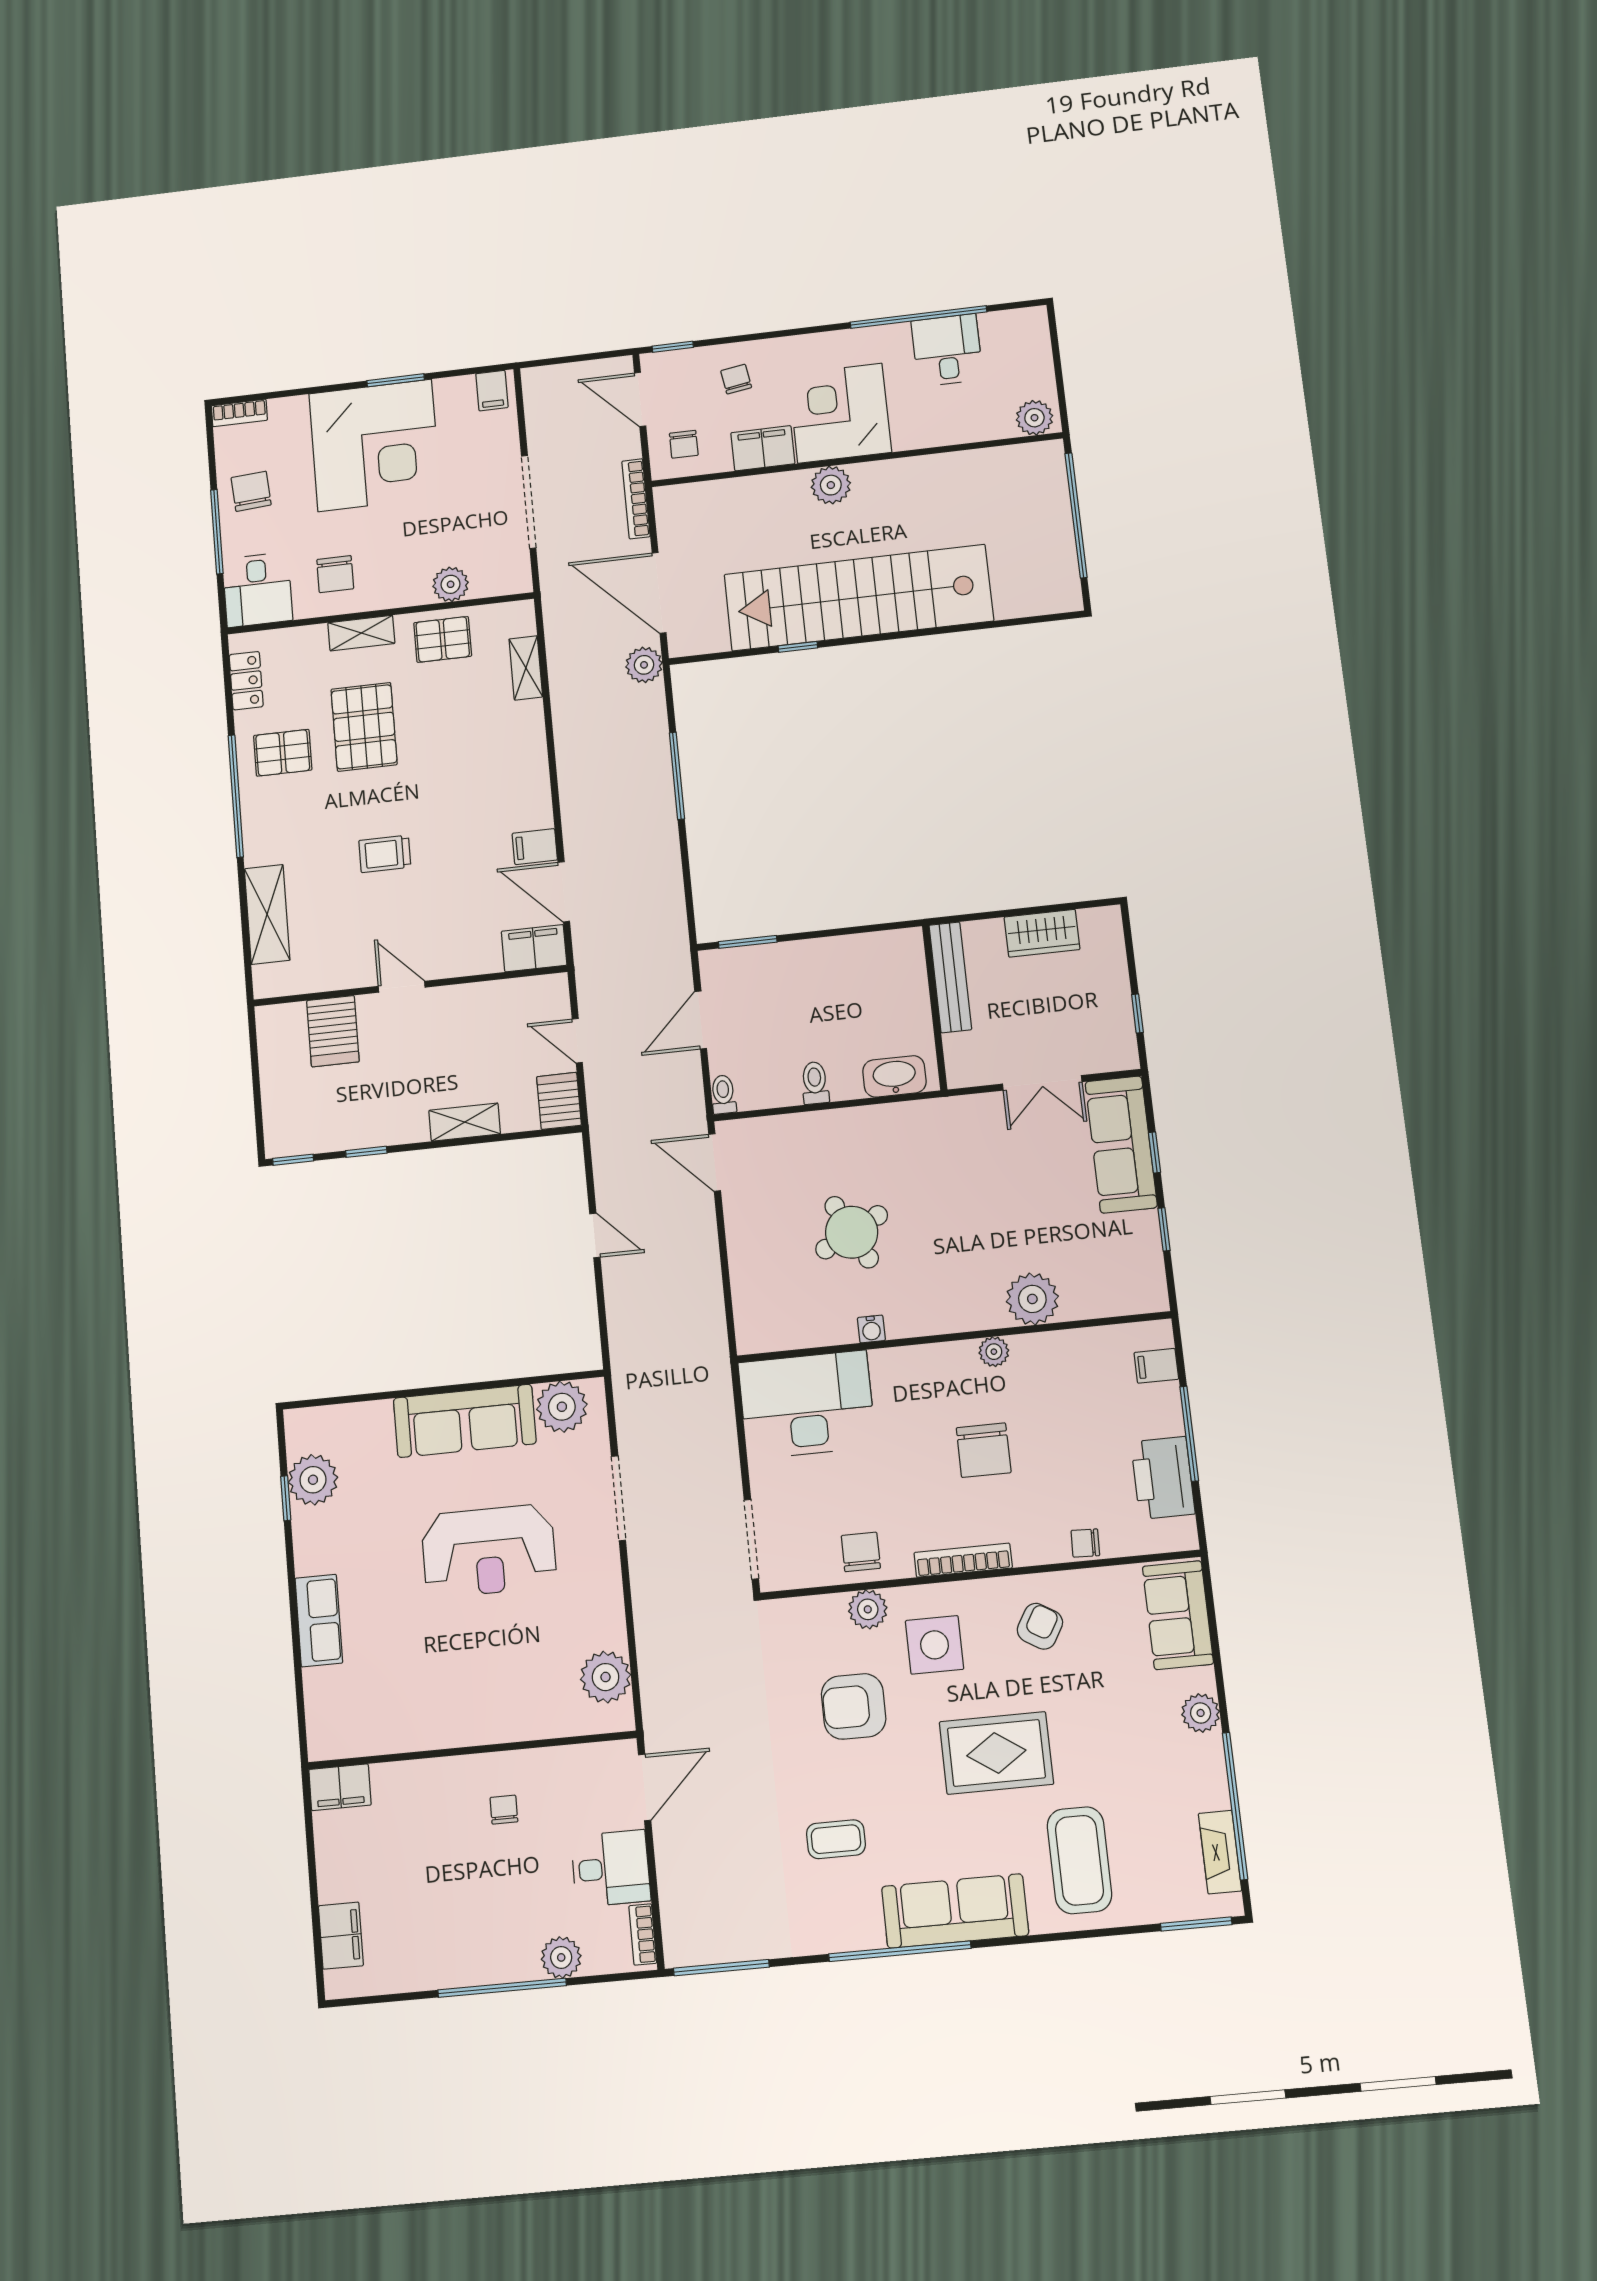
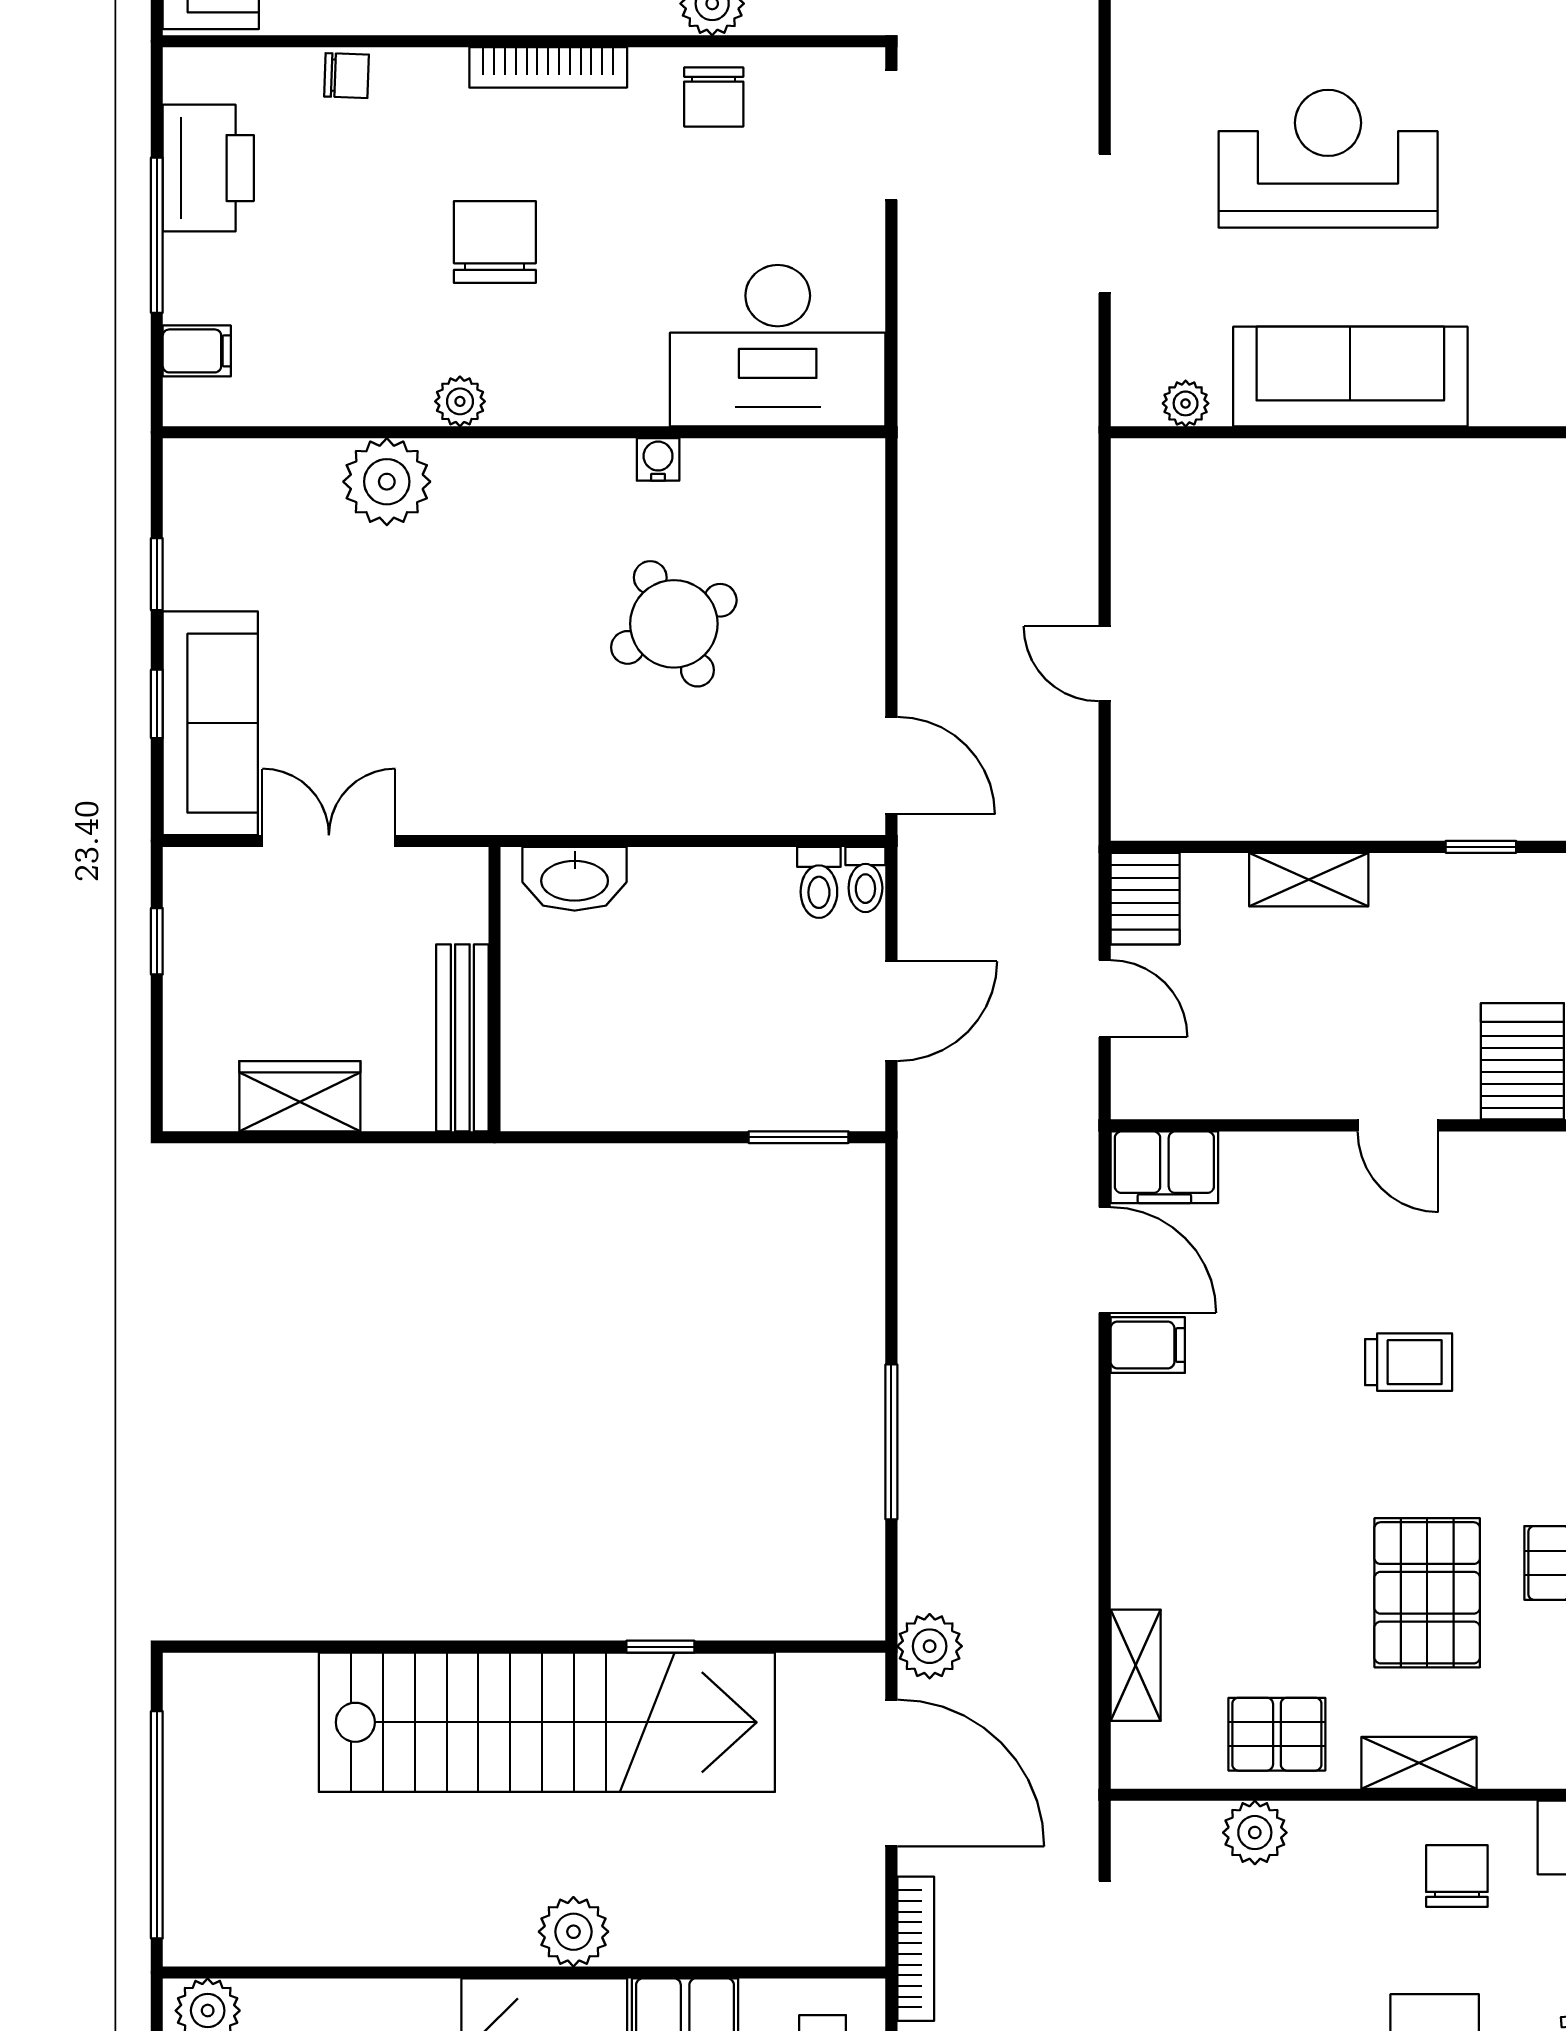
toilet: (815, 1083) -> (819, 882), moved
plant: (562, 1407) -> (1186, 403), width x0.53, depth x0.53

